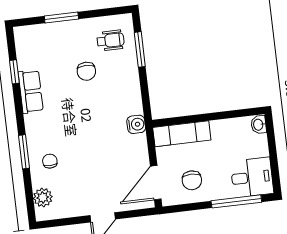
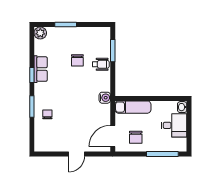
wheelchair: (111, 40) -> (101, 64), moved
window: (14, 72) -> (32, 75), moved
desk: (252, 177) -> (174, 125), moved
plant: (43, 197) -> (40, 33), moved

